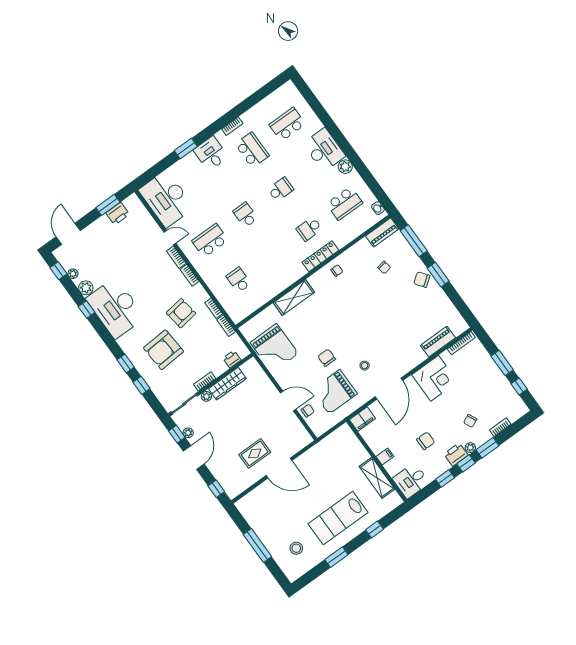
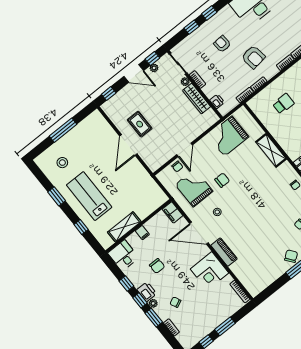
piano: (438, 342) -> (224, 252), moved
armchair: (163, 350) -> (222, 44), width x0.53, depth x0.53

